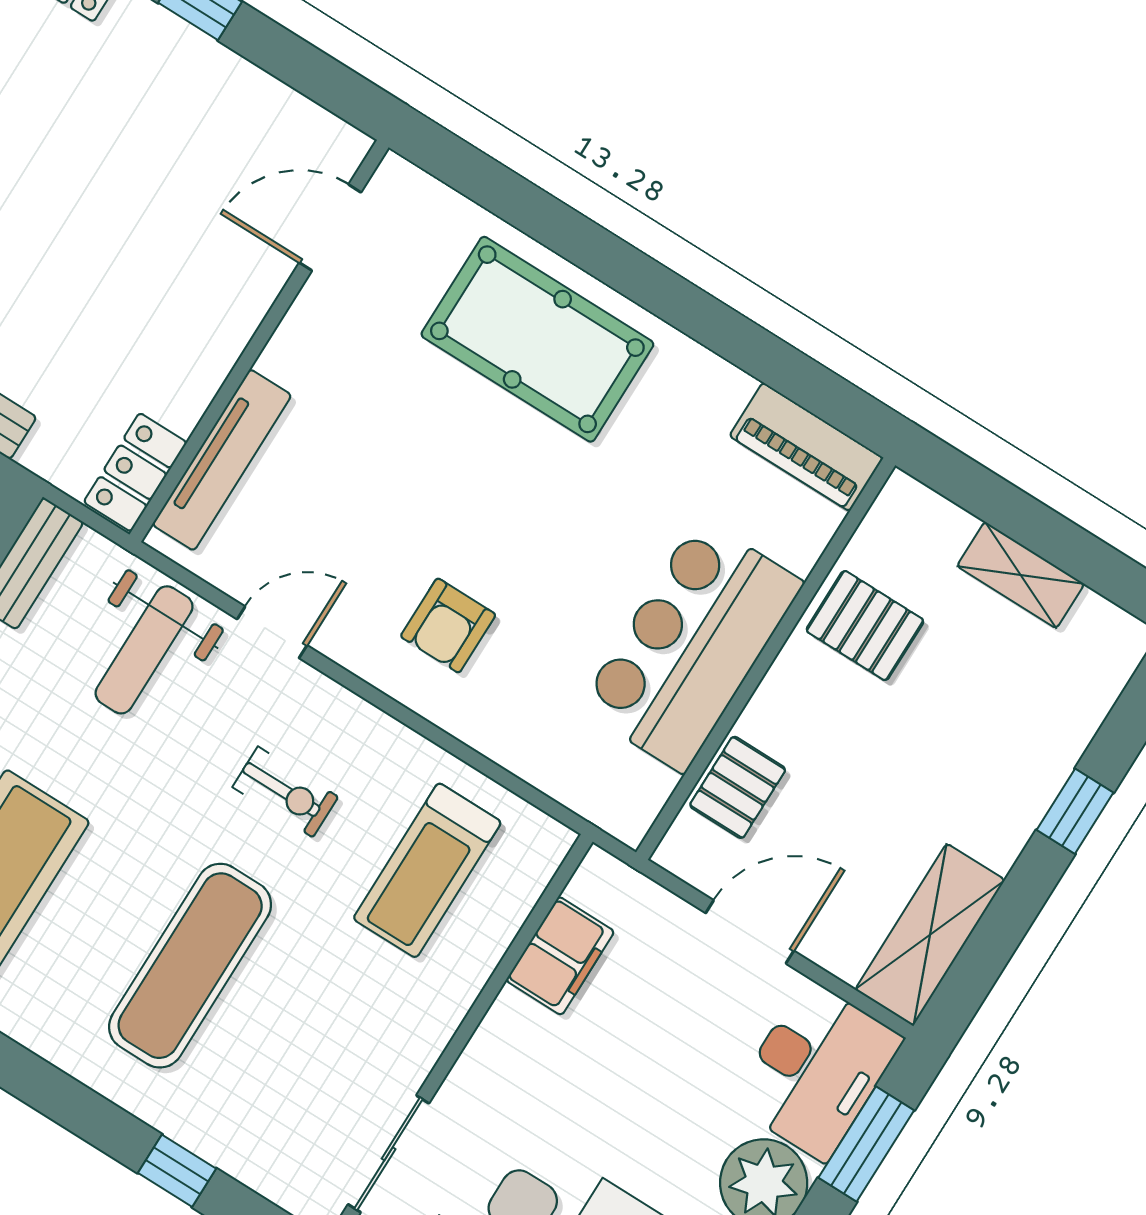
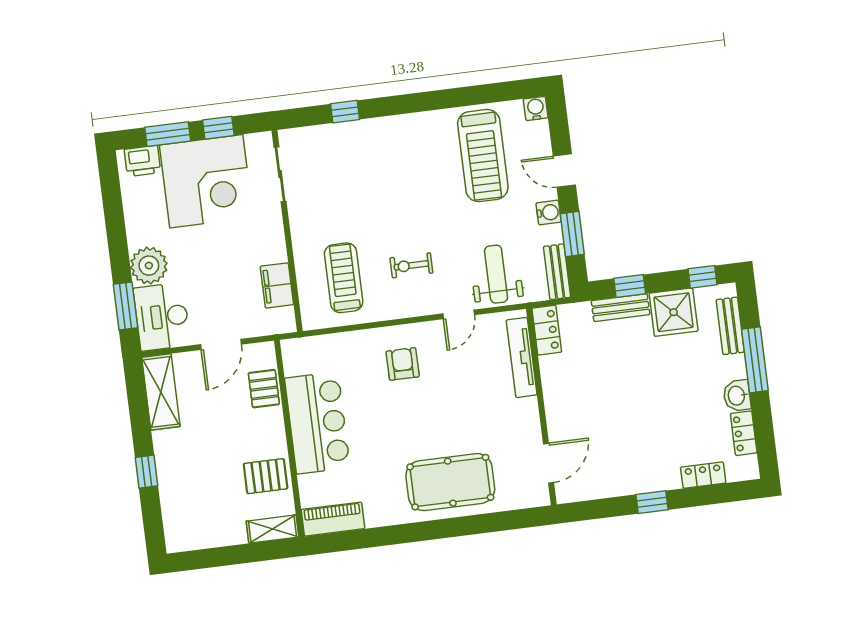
shelving: (1021, 575) -> (272, 529), moved
exercise mat: (190, 966) -> (396, 183), removed

